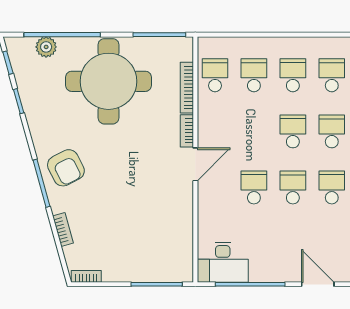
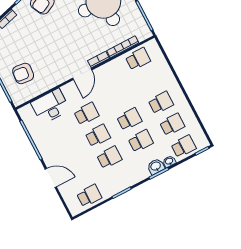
school desk: (254, 75) -> (149, 81), removed
door: (195, 164) -> (82, 74), hinge flipped
armchair: (151, 247) -> (23, 73), added
desk: (223, 262) -> (50, 106), moved, turned 90
door: (318, 284) -> (51, 178), hinge flipped

